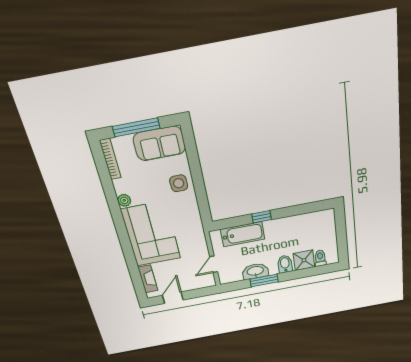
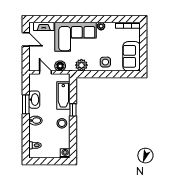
window: (136, 127) -> (143, 45), removed
washing machine: (328, 216) -> (65, 153), added
plant: (192, 218) -> (81, 65), added
stool: (284, 228) -> (62, 123), added
floor lamp: (200, 247) -> (60, 66), added
shower: (304, 260) -> (36, 134), removed

